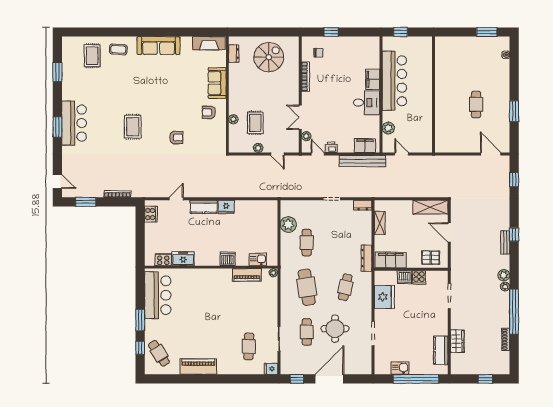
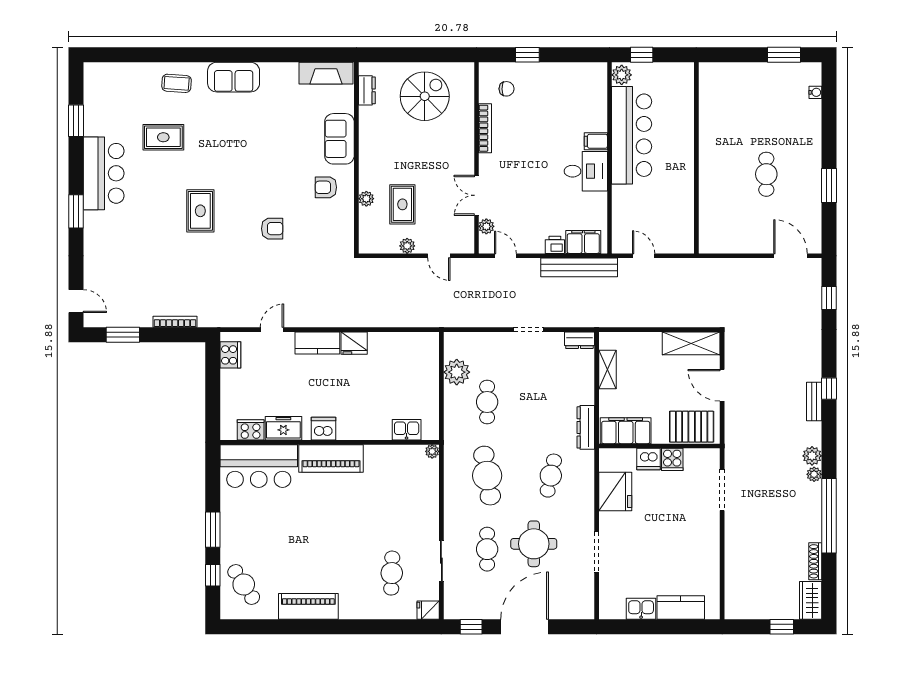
sofa: (159, 46) -> (234, 77), width x0.73
rug: (92, 56) -> (163, 137), moved, turned 90
filing cabinet: (373, 79) -> (596, 141), width x0.50
bar counter: (74, 123) -> (104, 173), moved
plant: (388, 128) -> (622, 75), moved
printer: (331, 147) -> (555, 245), moved
pallet: (431, 258) -> (692, 427), width x1.50, depth x1.42
dishwasher: (228, 259) -> (323, 429), moved
piano: (247, 275) -> (331, 458), moved, width x1.37, depth x1.33
bar counter: (158, 295) -> (259, 466), moved, turned 90
wardrobe: (457, 341) -> (811, 600), moved, turned 180
kitchen counter: (441, 350) -> (681, 607), moved, turned 90
window: (416, 379) -> (667, 627), removed

